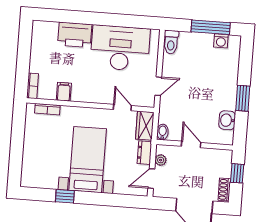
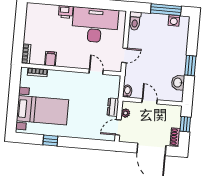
printer: (75, 35) -> (66, 12), width x0.53, depth x0.68
wardrobe: (145, 126) -> (114, 86), removed
bed with nightstands: (88, 160) -> (42, 110), moved, turned 90

